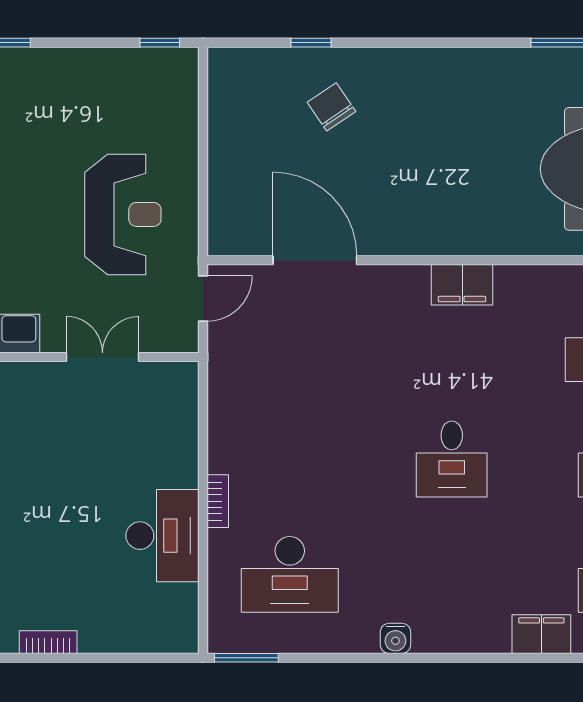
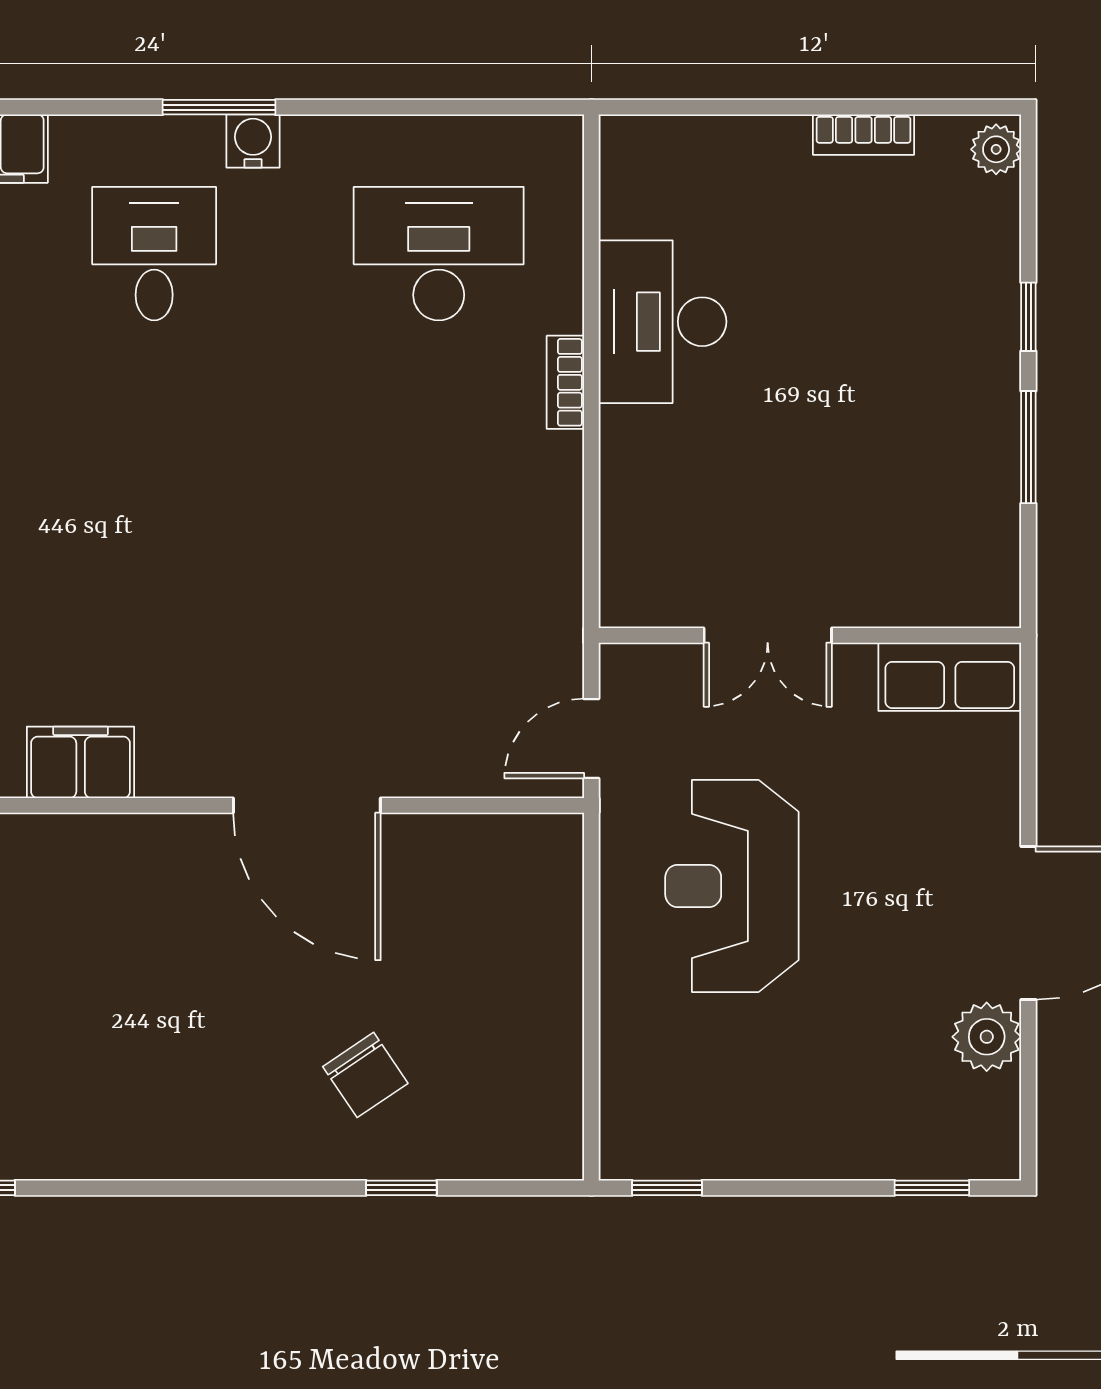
door: (315, 260) -> (307, 805), moved
filing cabinet: (462, 285) -> (81, 762), moved
desk: (452, 459) -> (154, 254), moved
window: (246, 658) -> (219, 107), moved

